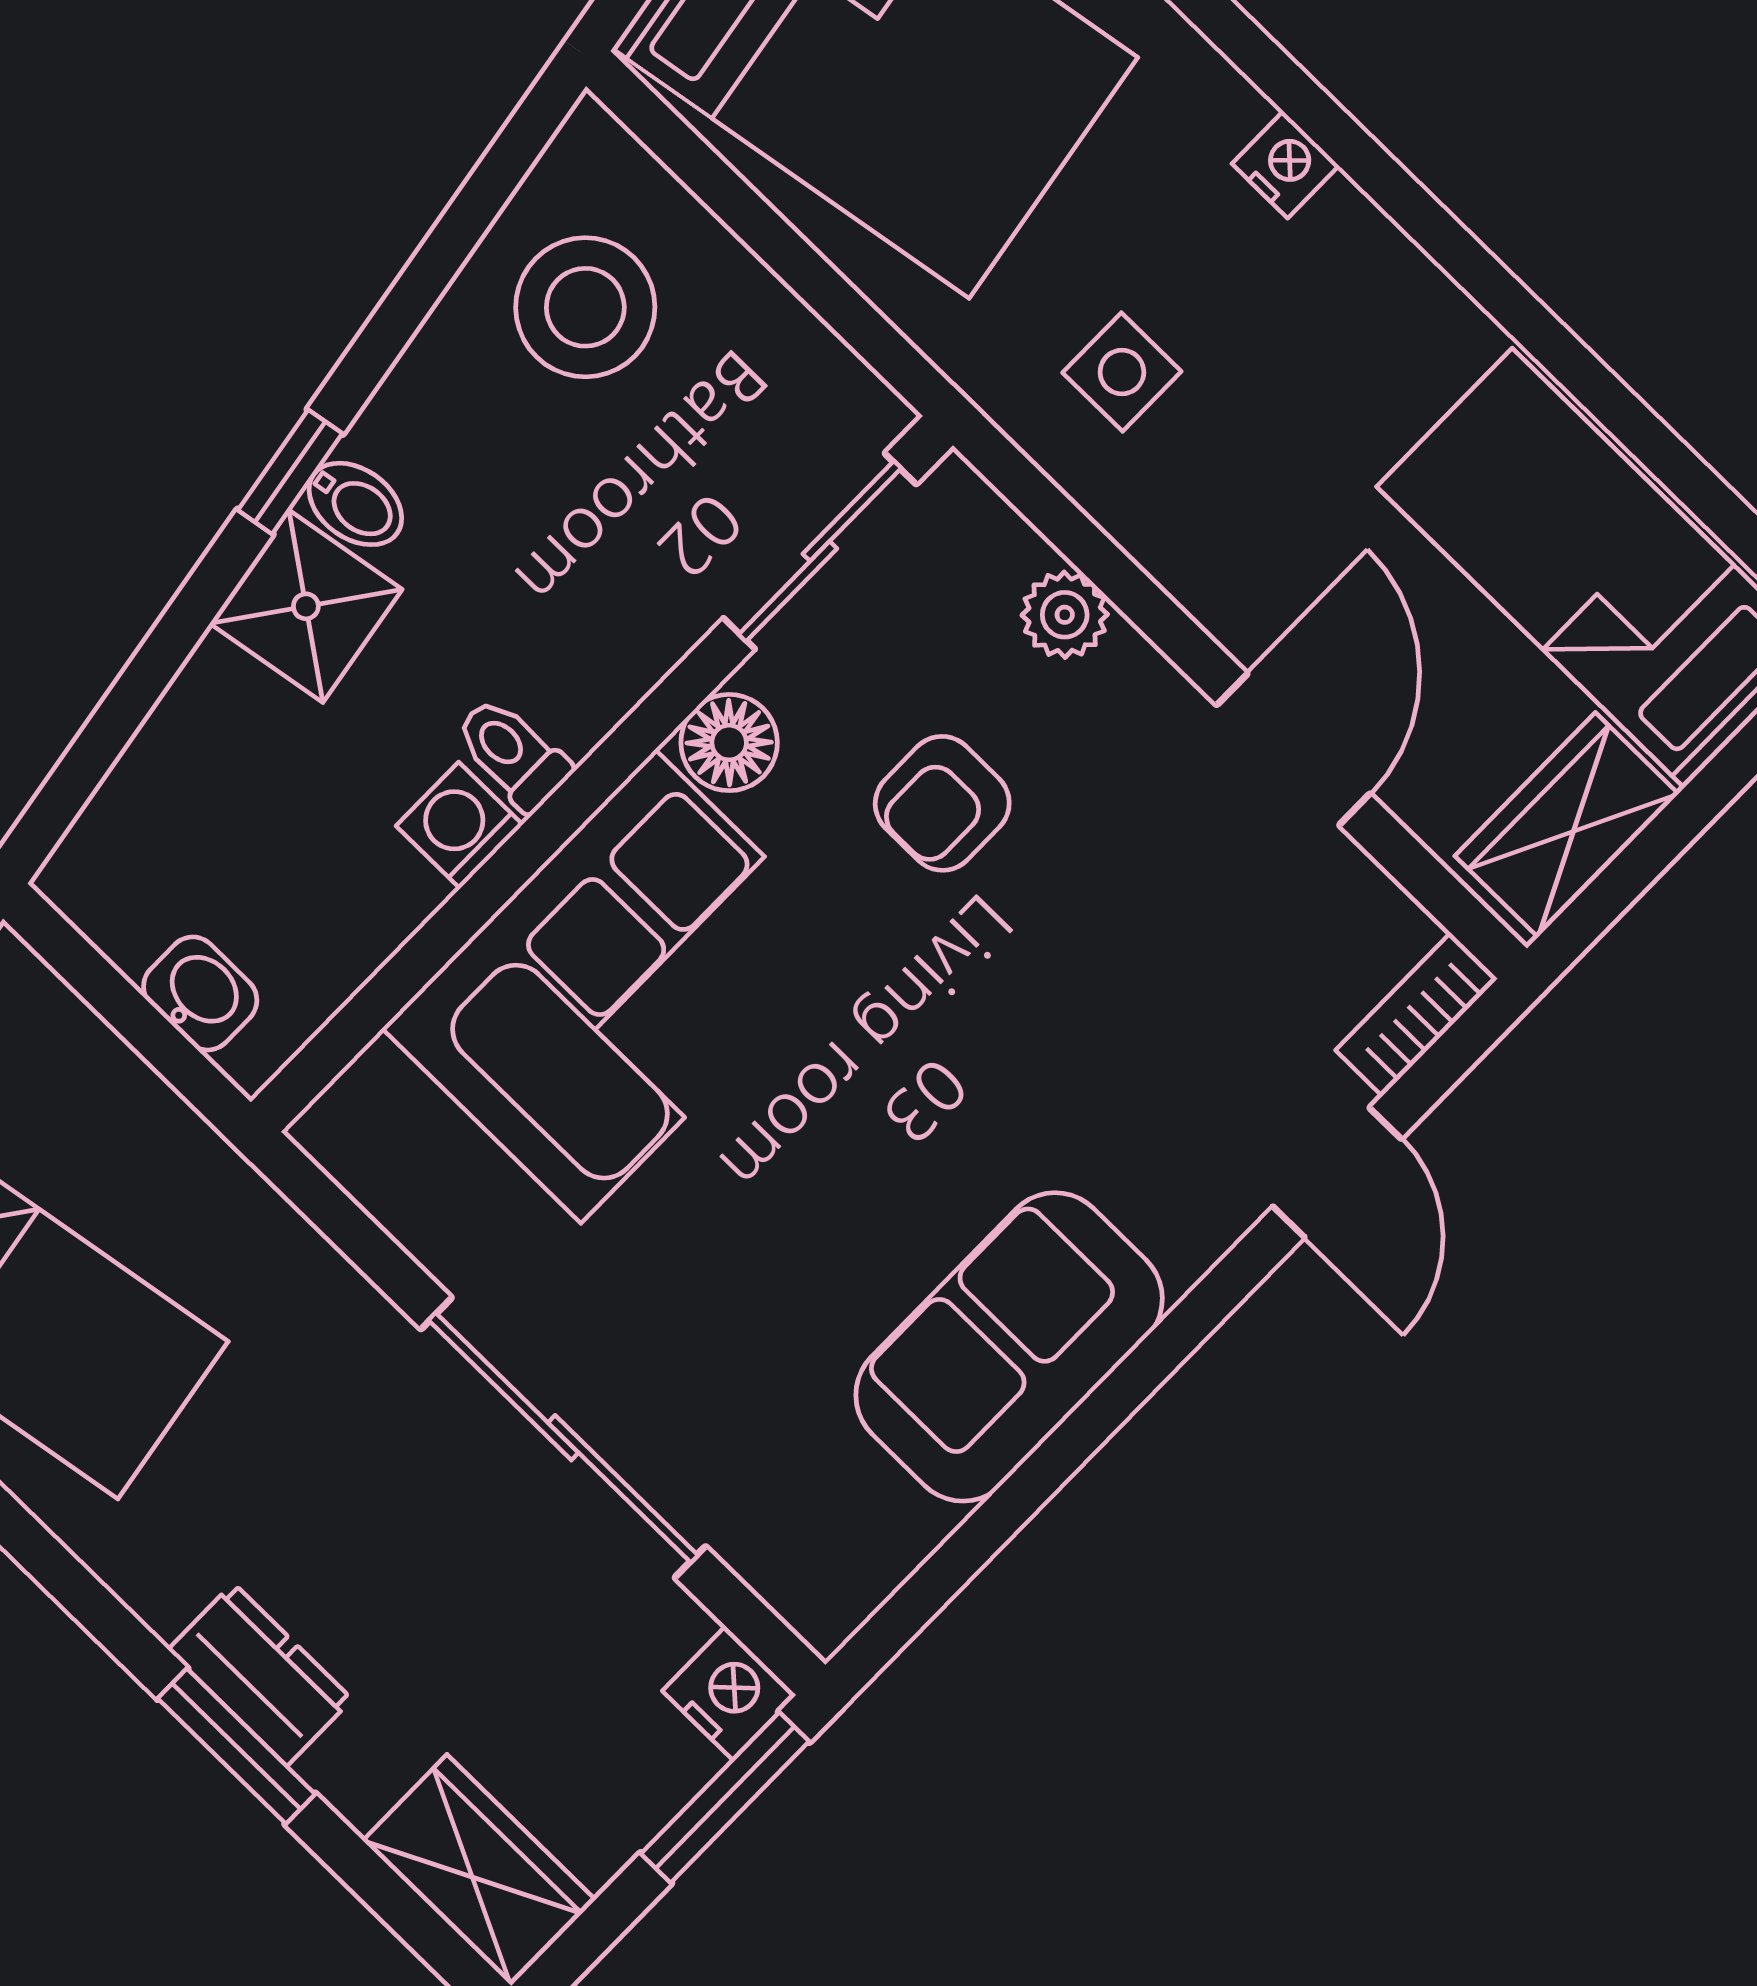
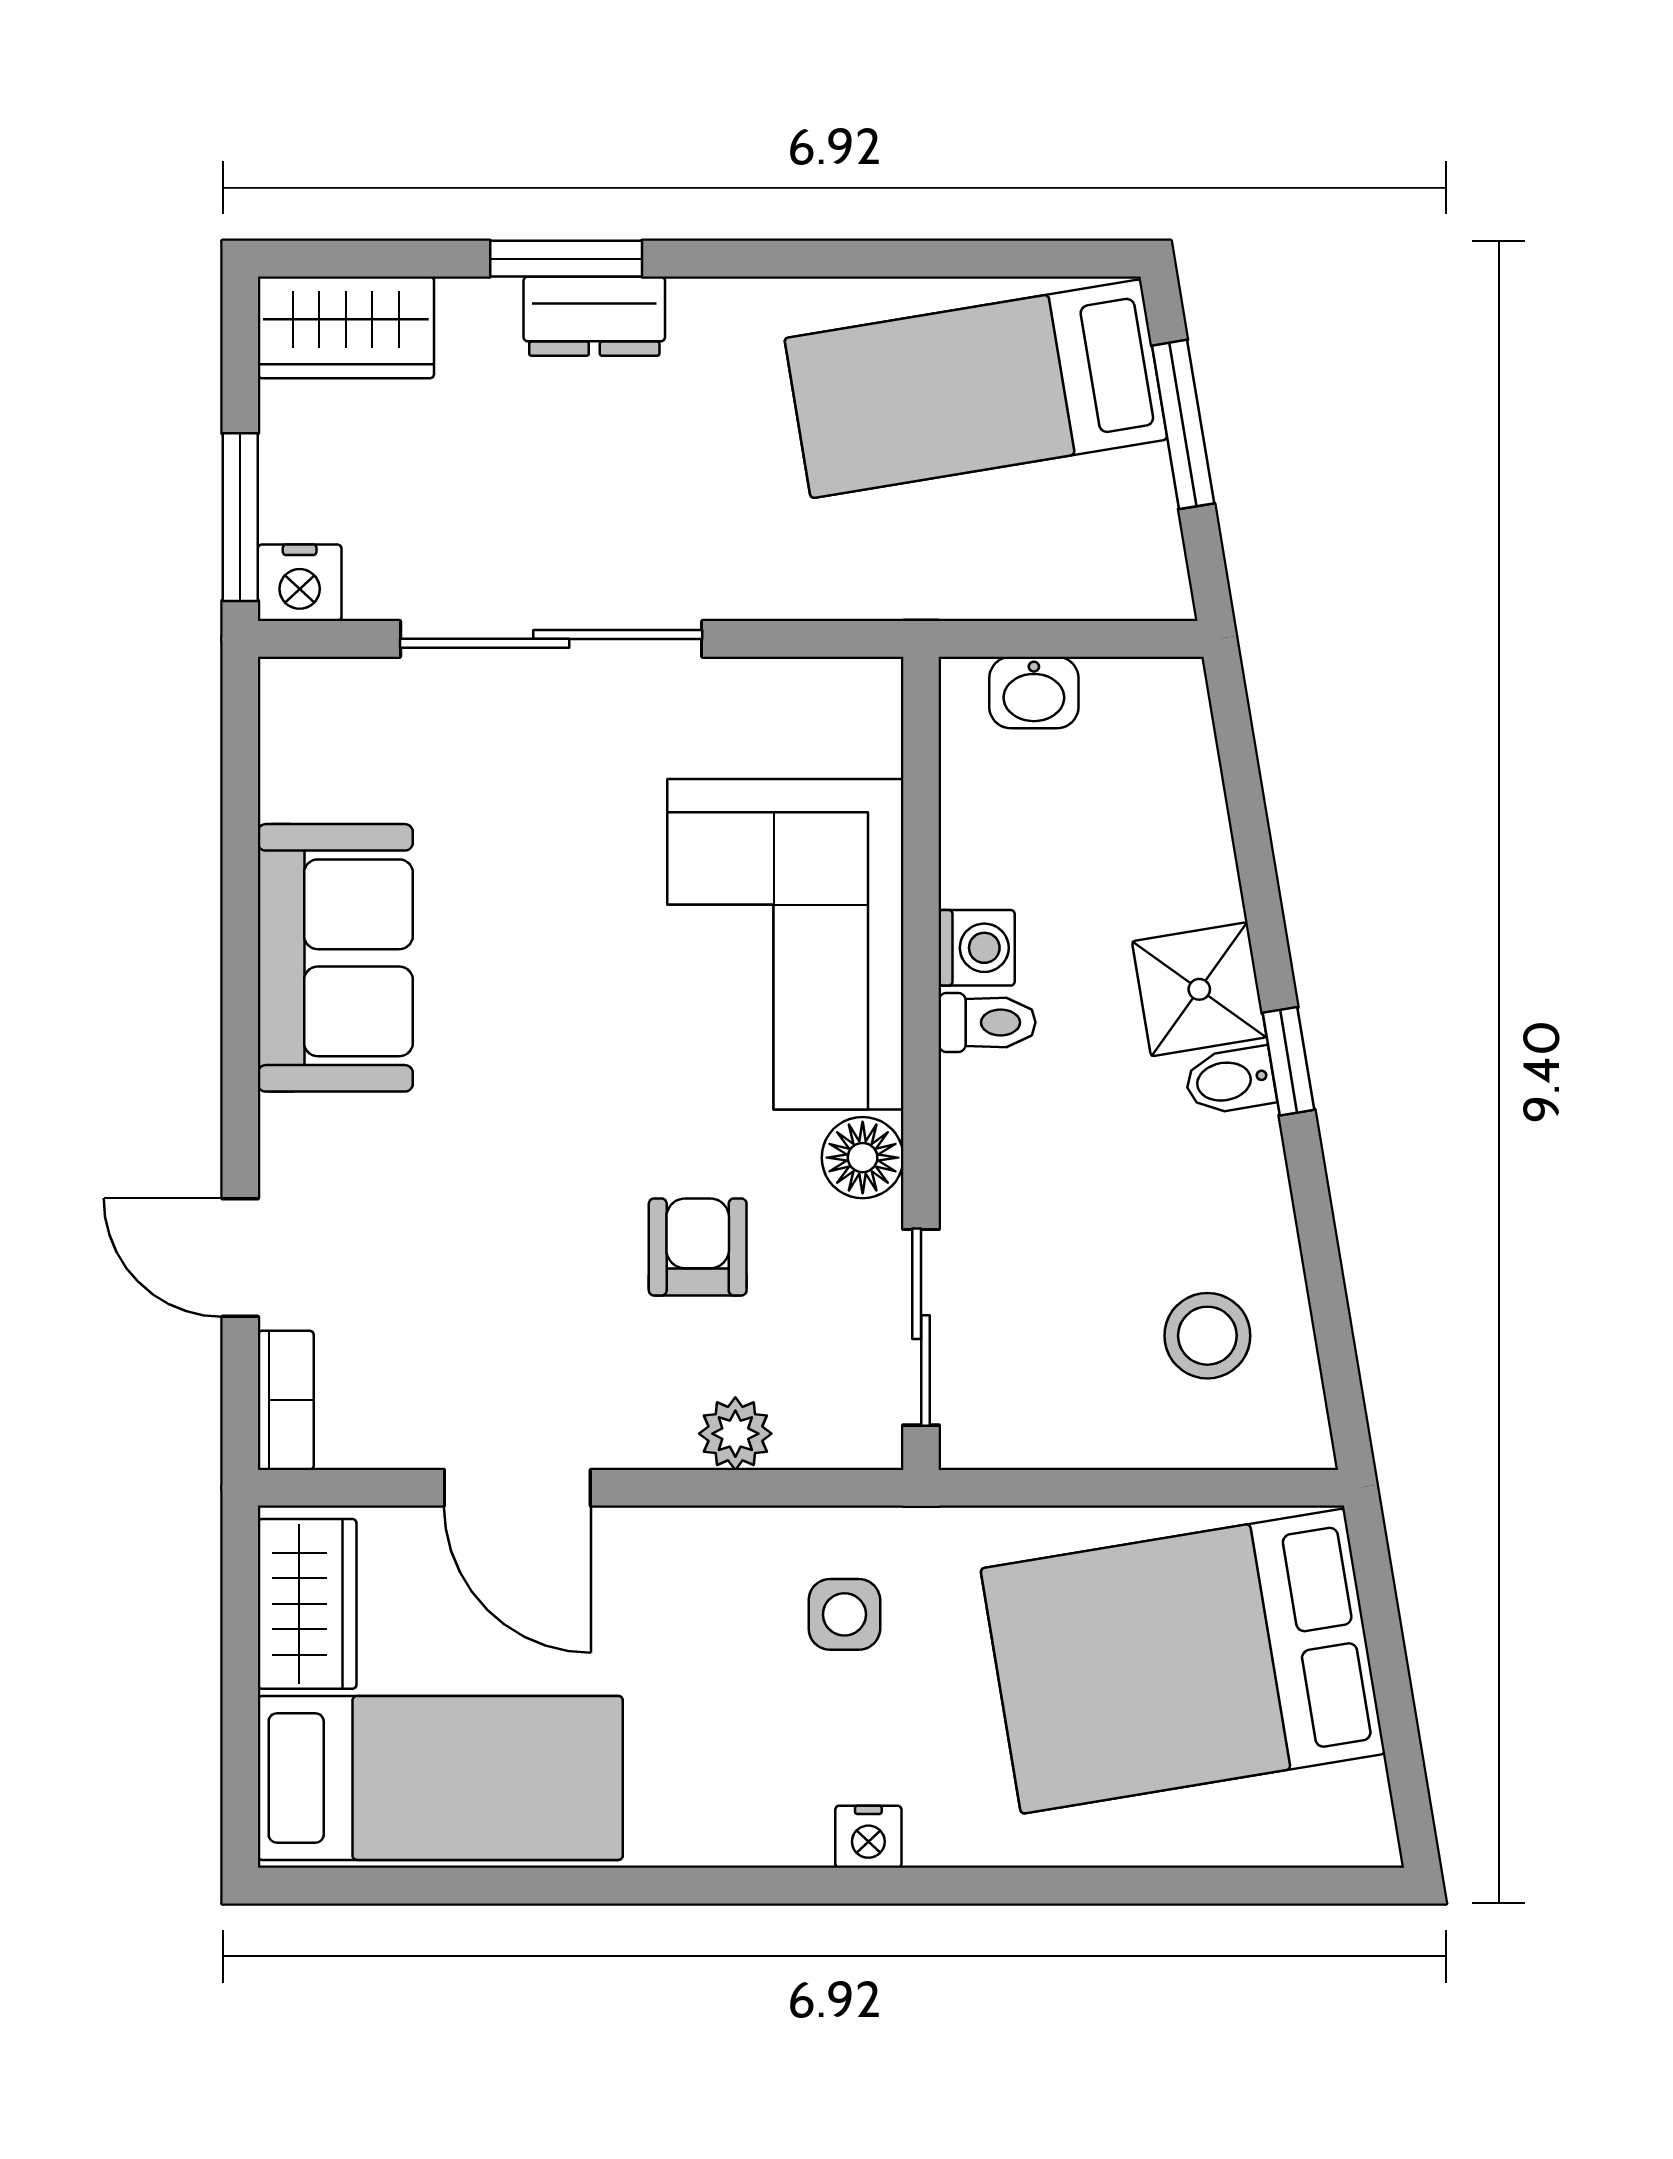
stool: (585, 307) -> (1207, 1336), width x0.73, depth x0.73

